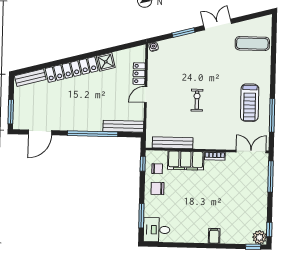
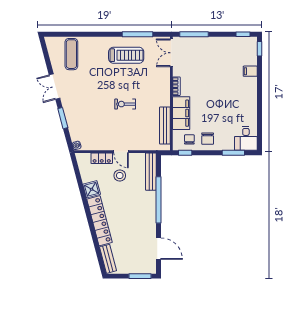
stool: (120, 93) -> (120, 175), added
filing cabinet: (214, 236) -> (250, 71), moved
plant: (259, 237) -> (251, 43), removed

